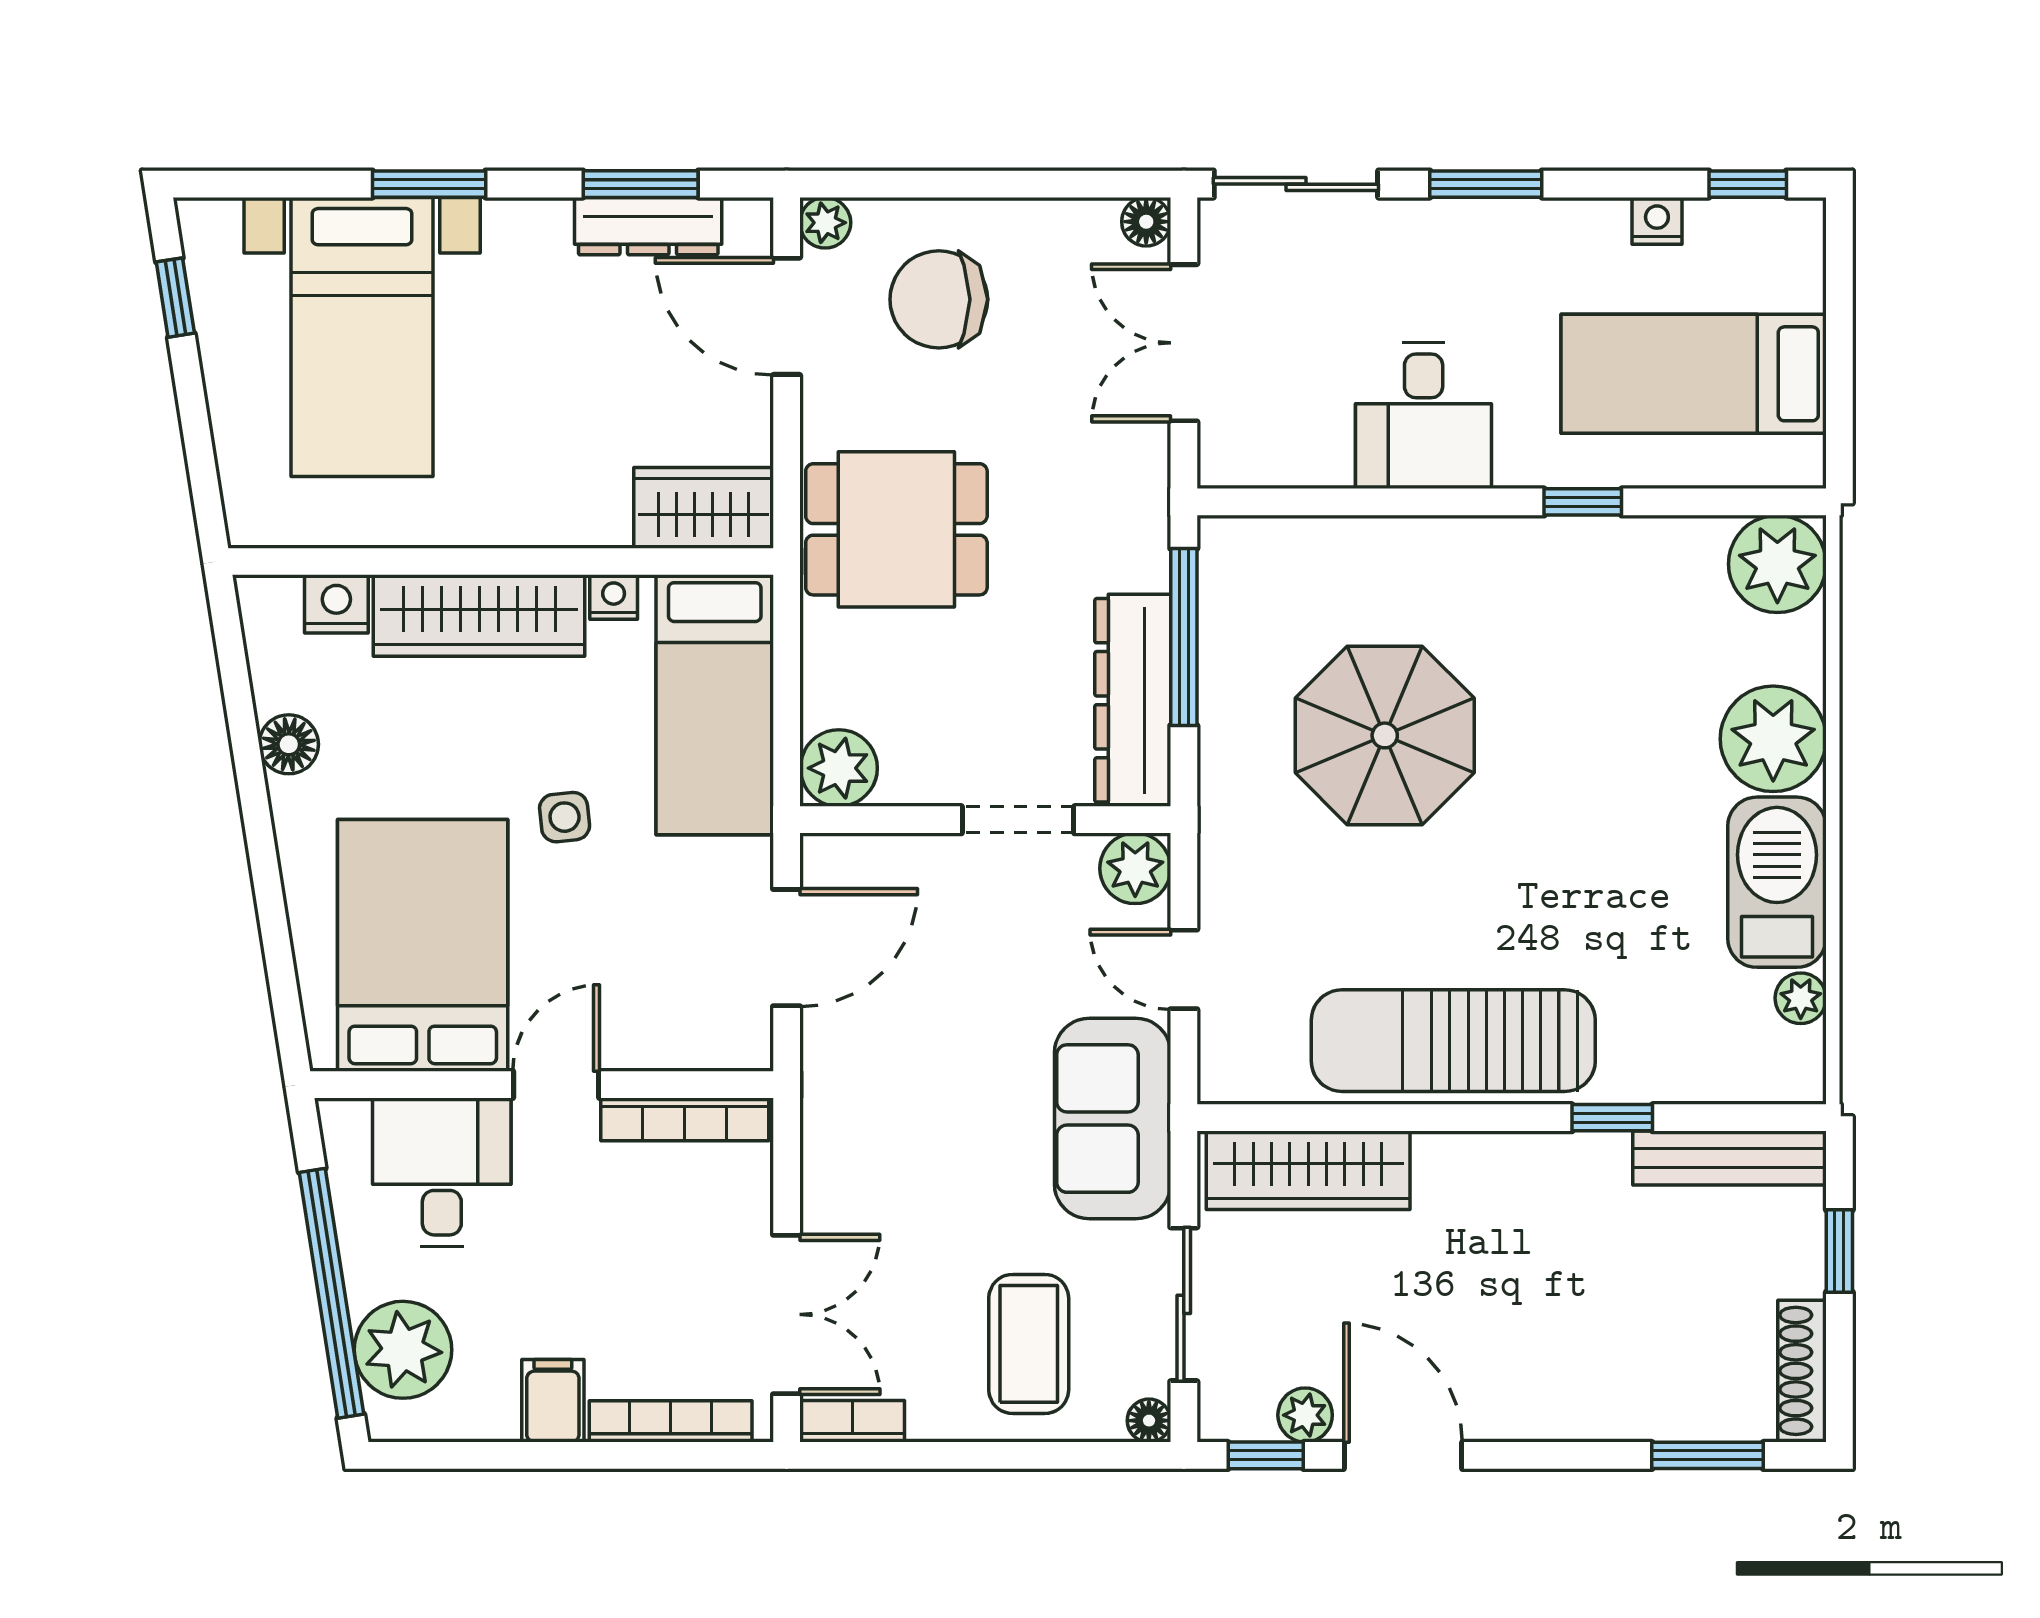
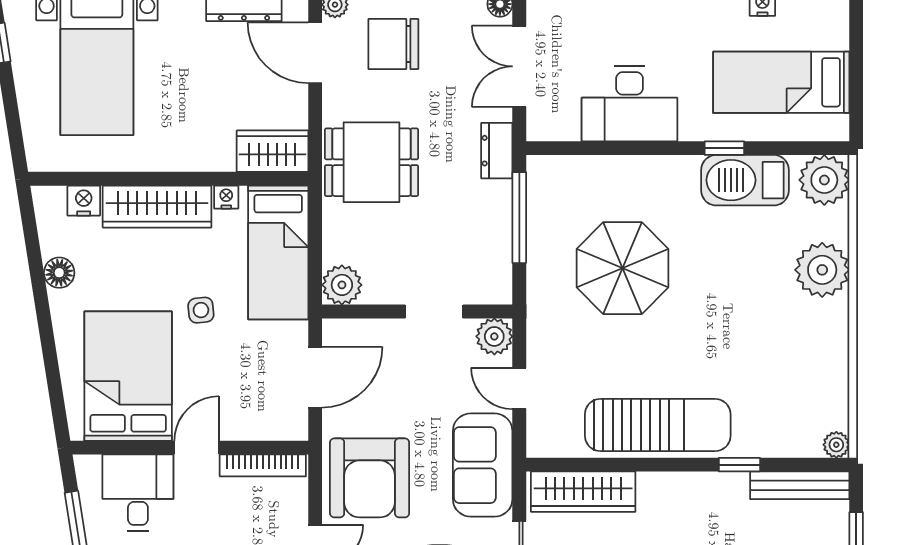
desk: (1424, 415) -> (629, 104), width x1.37
dresser: (1133, 700) -> (497, 151), moved, width x0.51, depth x0.80
barbecue: (1777, 882) -> (745, 180), moved, turned -90
plant: (1801, 998) -> (836, 445), moved
sun lounger: (1453, 1041) -> (658, 425), turned 180
armchair: (893, 1143) -> (370, 478), added

